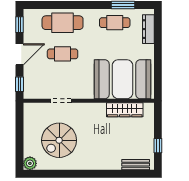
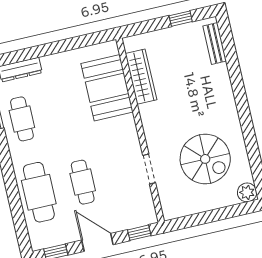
booth: (122, 79) -> (107, 88), width x0.73, depth x0.70

